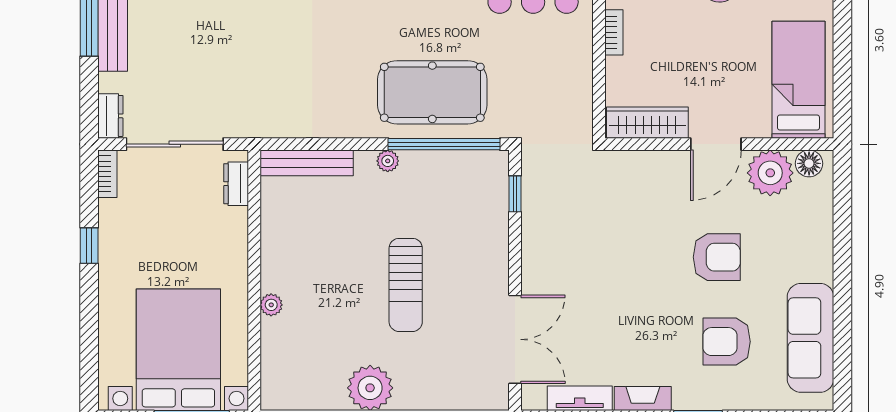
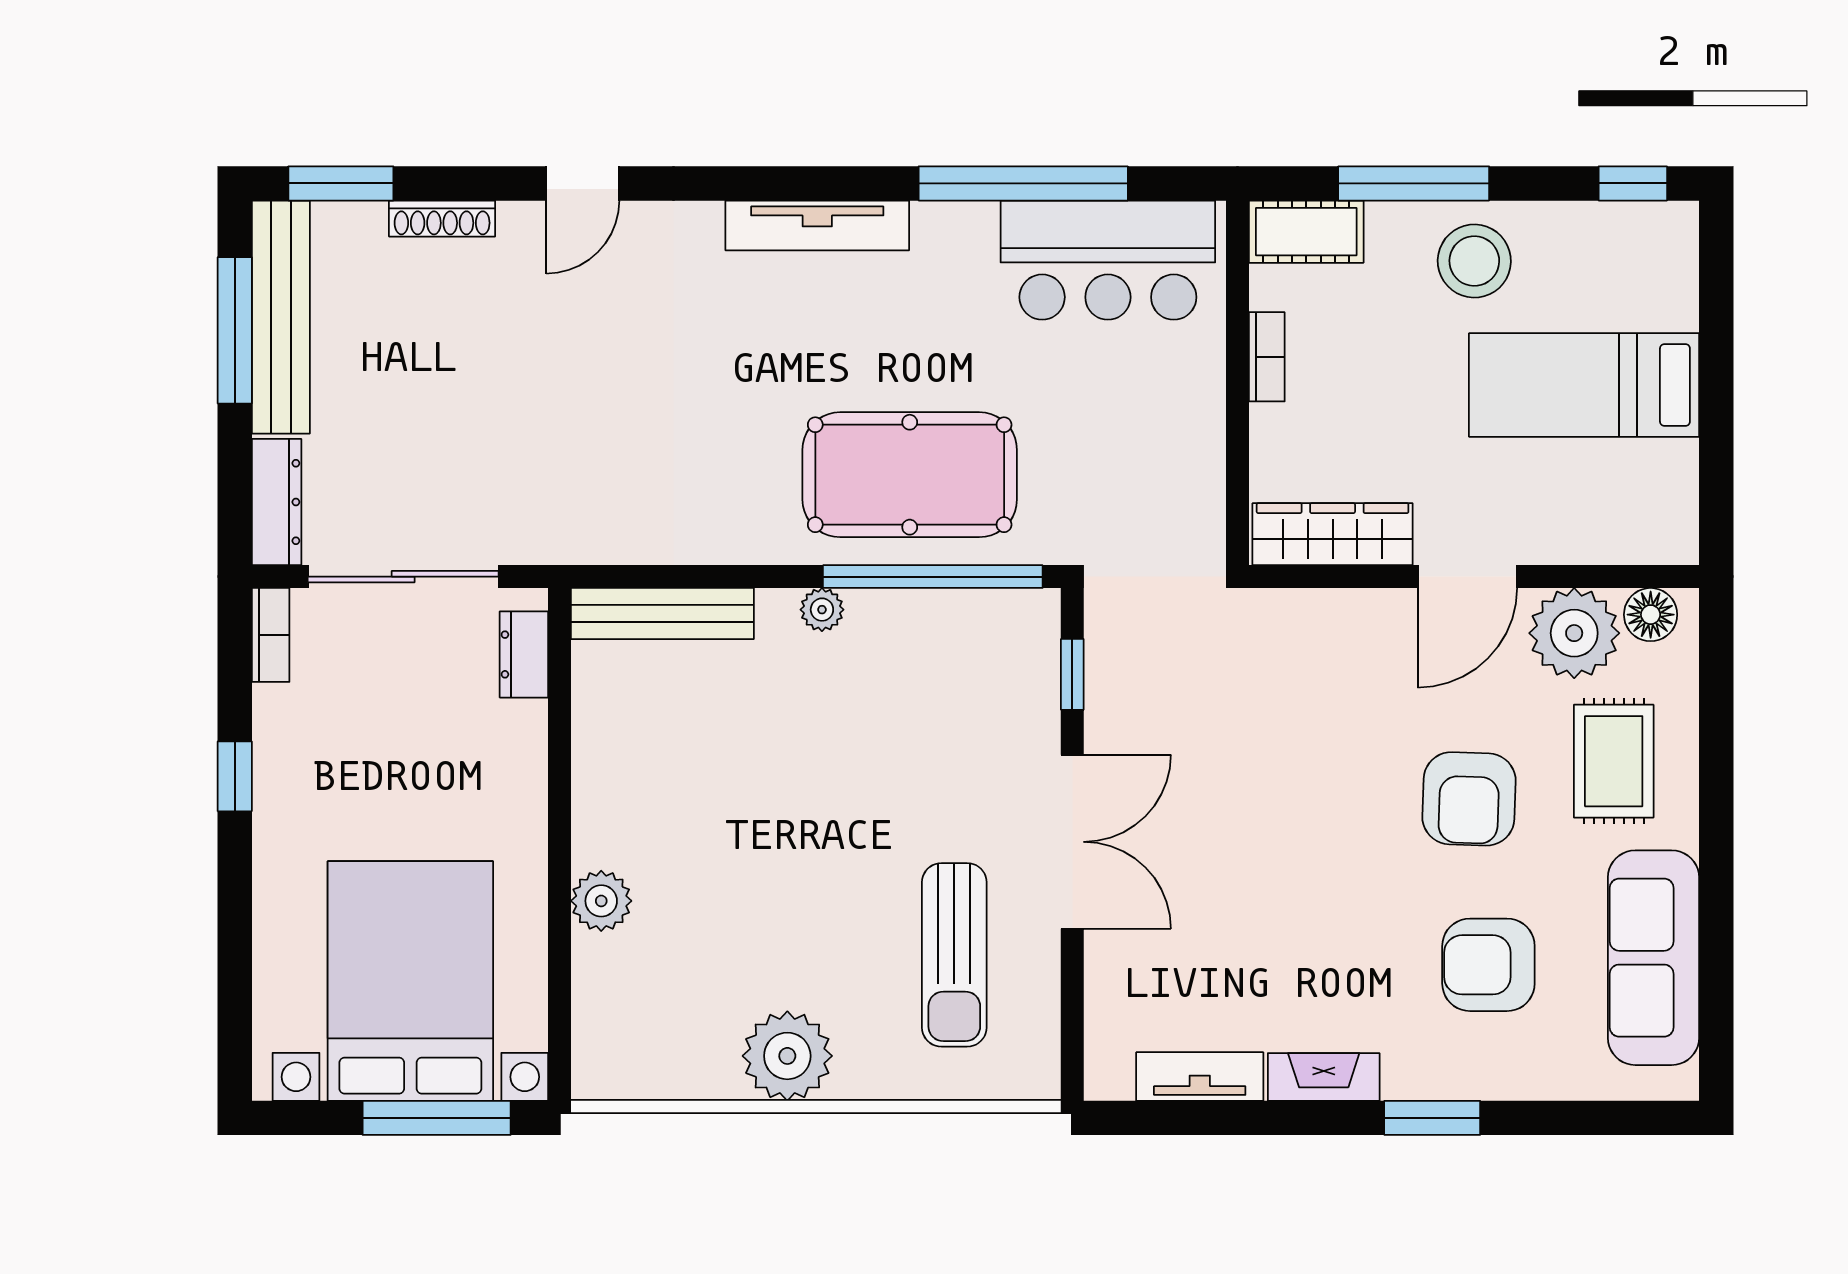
bed: (798, 80) -> (1584, 385), moved, turned -90
dresser: (110, 116) -> (277, 502), width x1.44
rug: (790, 238) -> (1614, 761), added
armchair: (717, 257) -> (1469, 799), turned 92
sun lounger: (406, 285) -> (954, 955), moved
plant: (271, 305) -> (601, 901), width x1.38, depth x1.38
double door: (515, 339) -> (1072, 842), moved

